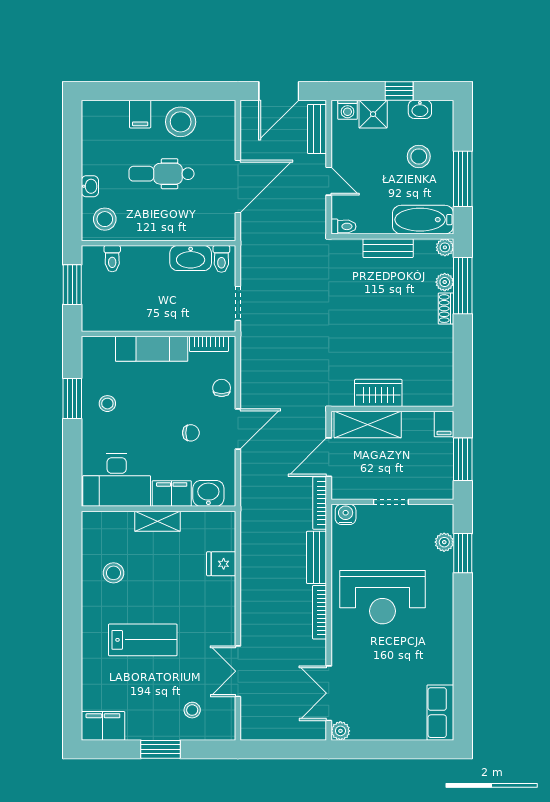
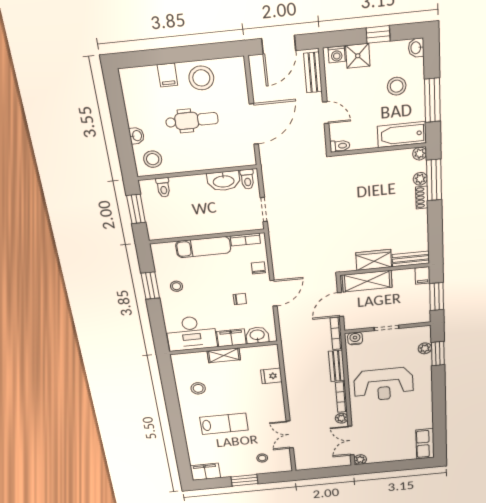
washbasin: (420, 109) -> (416, 48), moved, turned 90
dental chair: (161, 174) -> (192, 120), turned 180
bench: (388, 248) -> (411, 259), moved
plant: (317, 650) -> (342, 418), added

